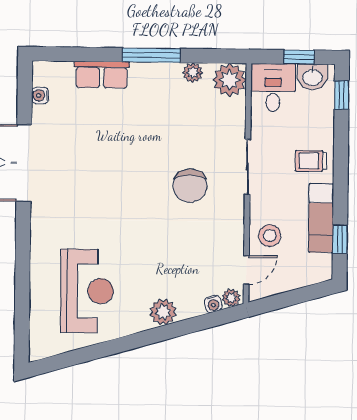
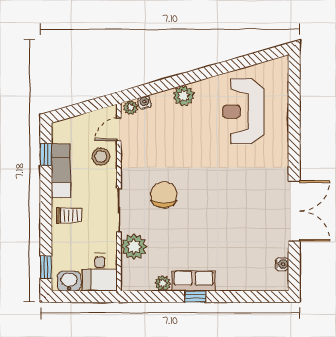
window: (151, 55) -> (195, 297), width x0.46
window: (299, 57) -> (80, 297), removed
row of seats: (102, 75) -> (194, 281), moved
plant: (230, 80) -> (134, 247), moved

